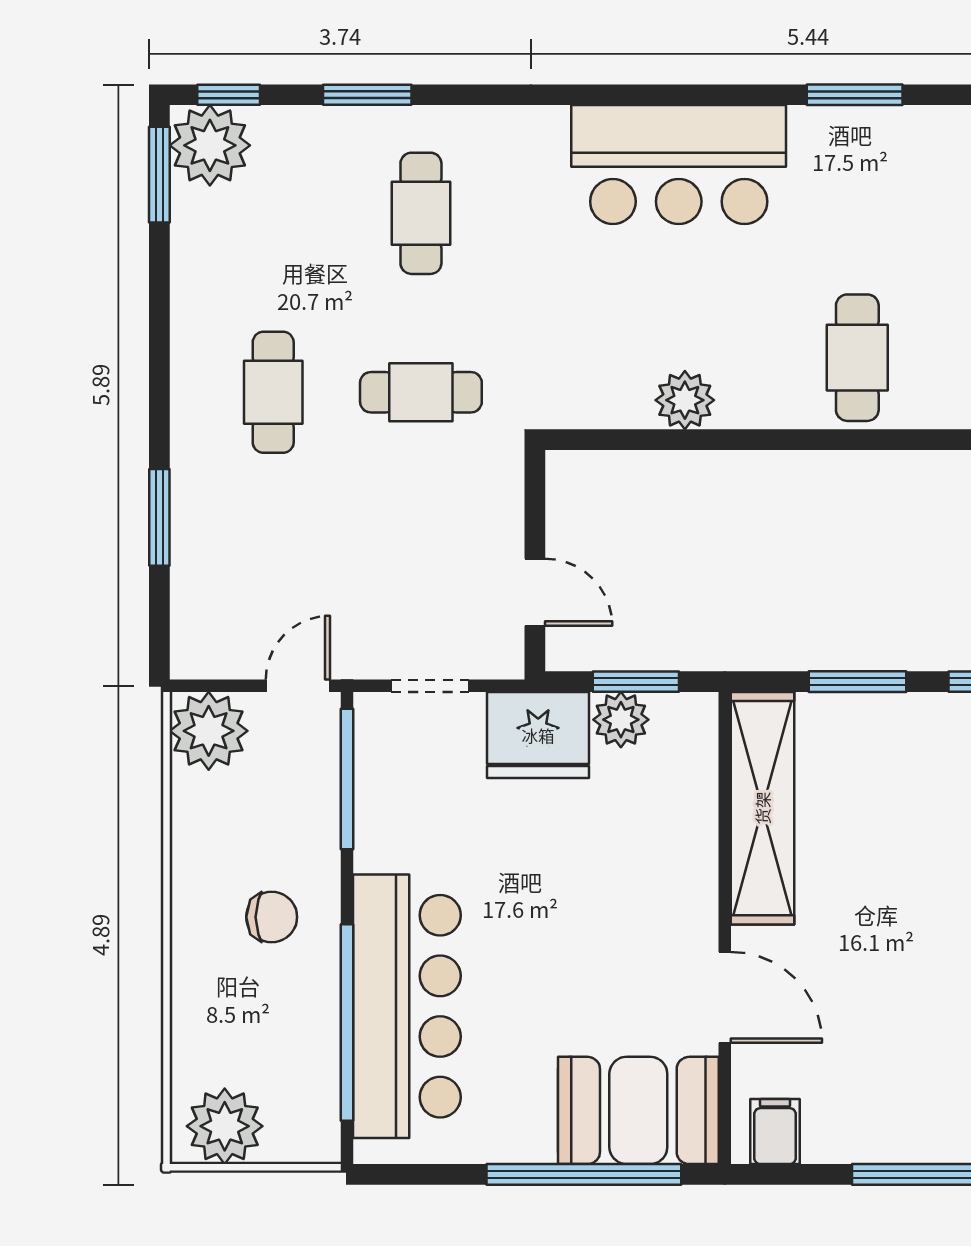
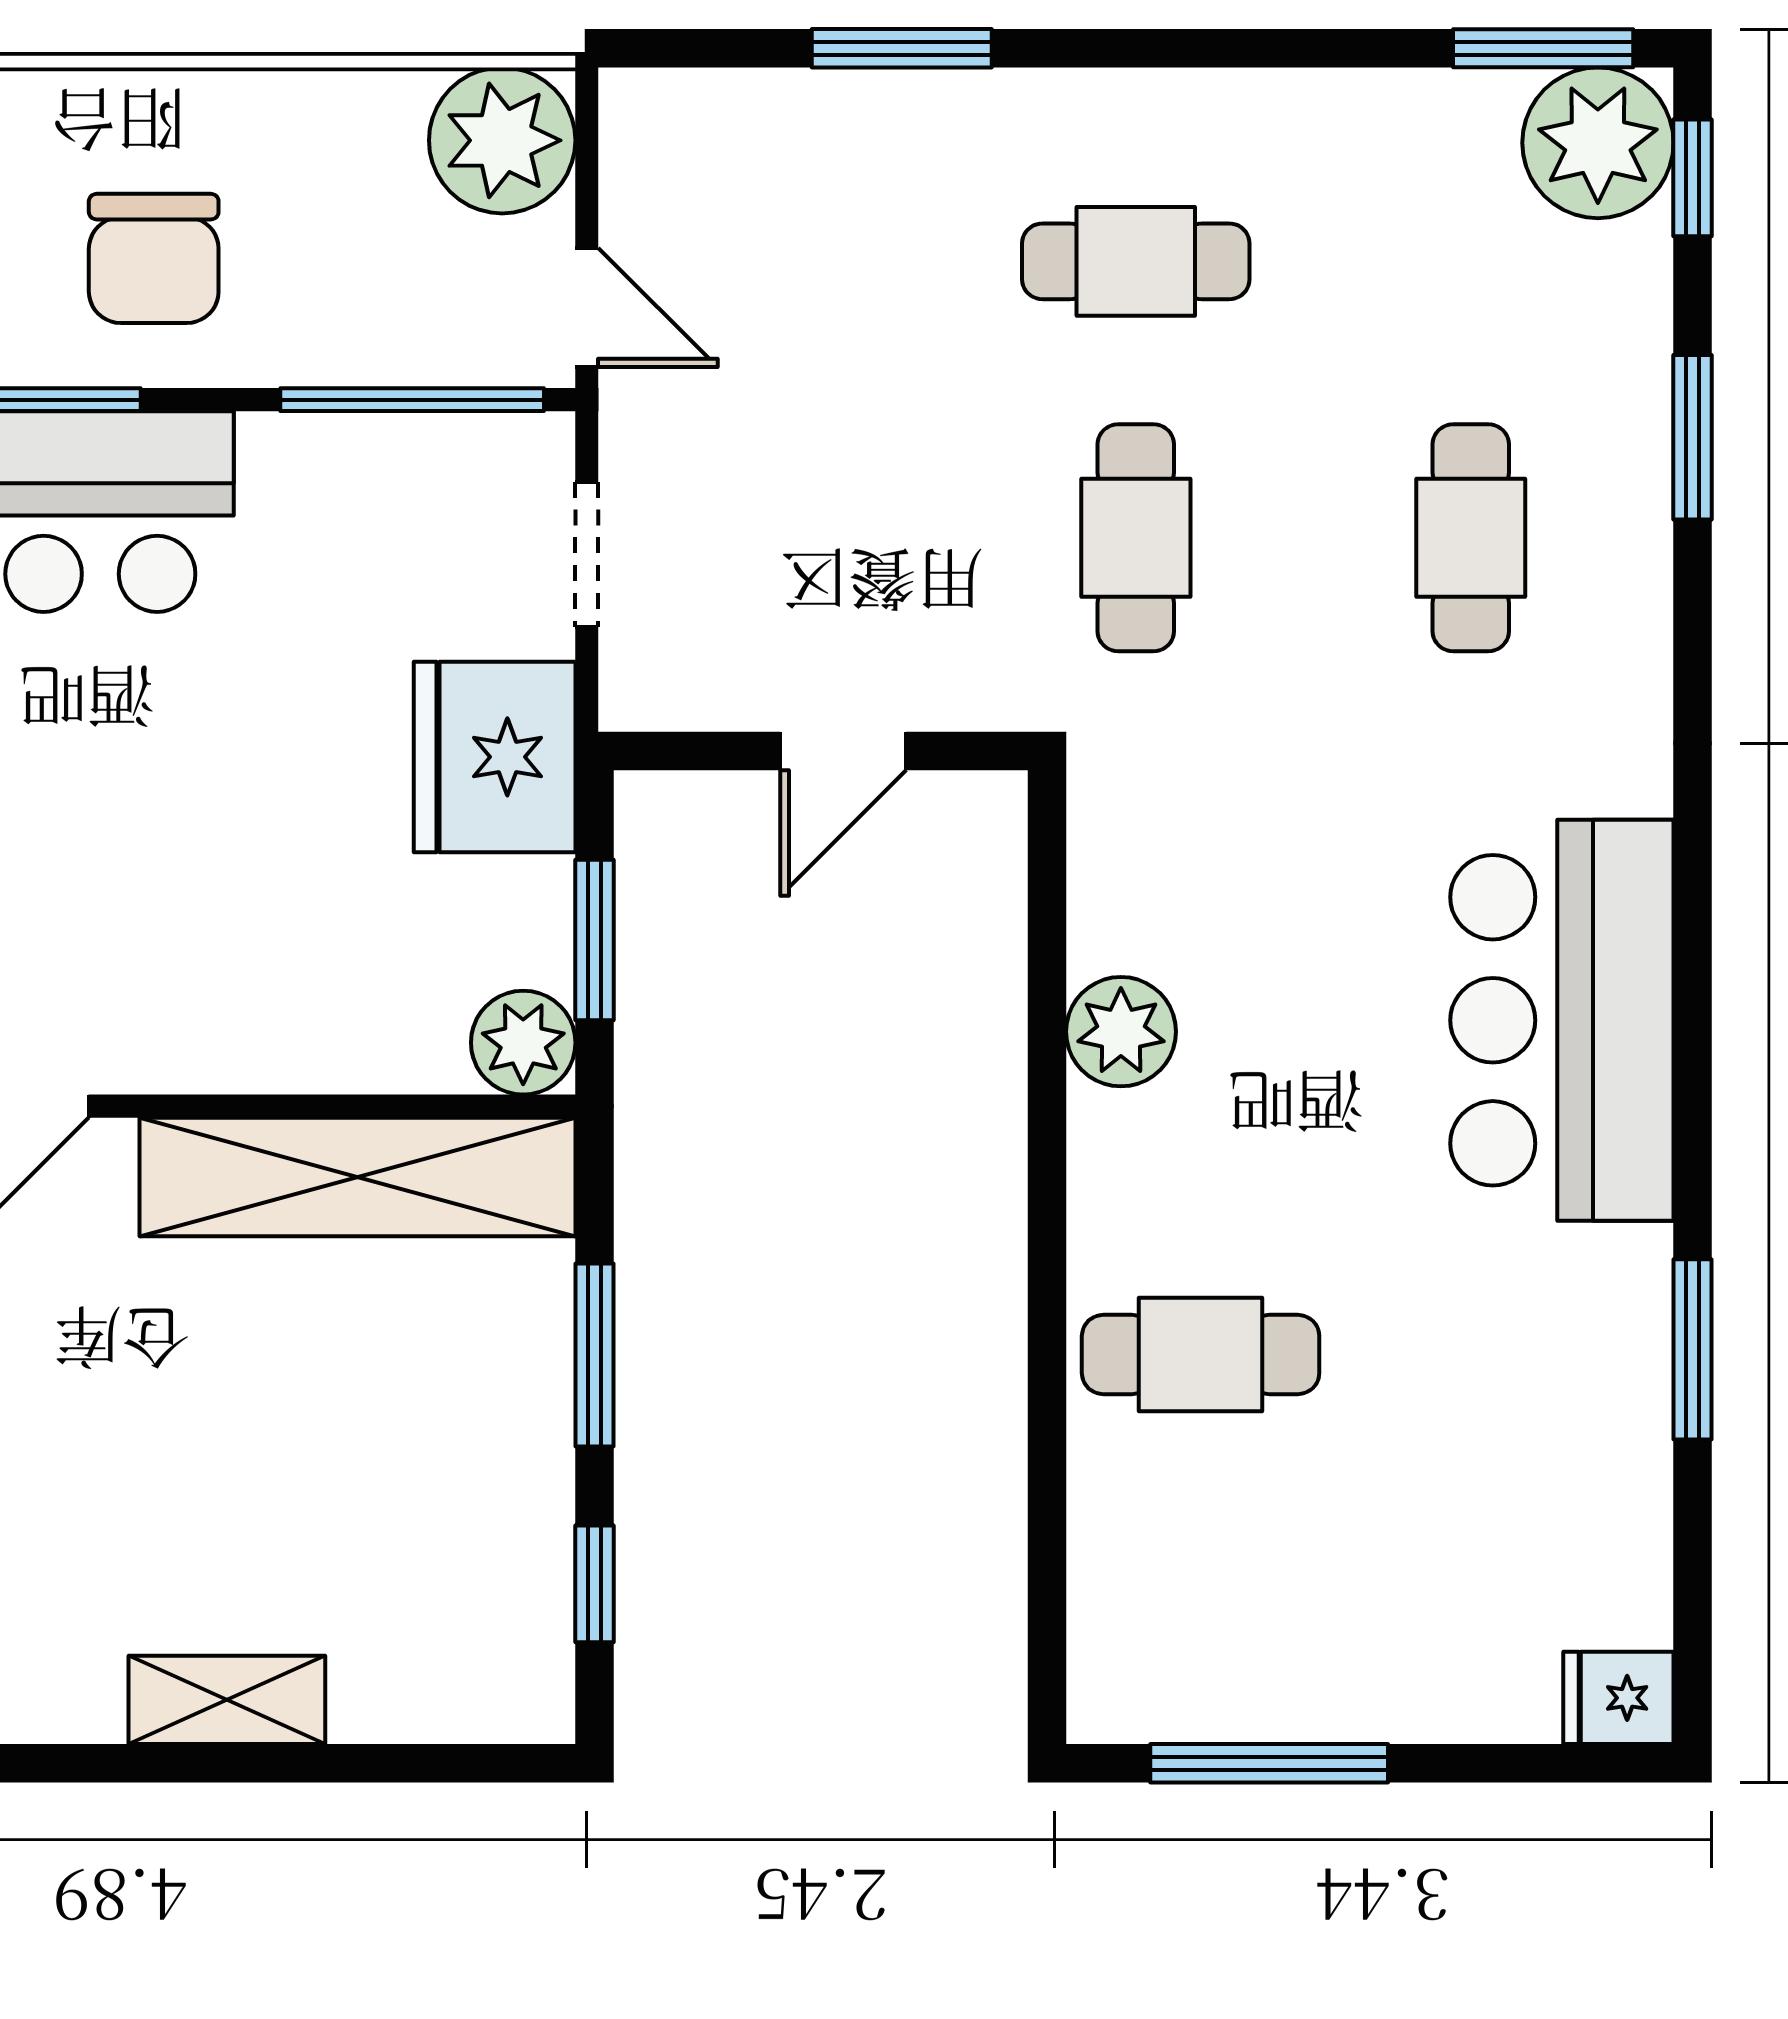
cafe table: (421, 213) -> (1471, 538), turned 90
door: (535, 592) -> (843, 751), moved
plant: (621, 720) -> (523, 1043), moved
chair: (272, 917) -> (154, 258), width x1.37, depth x1.37

